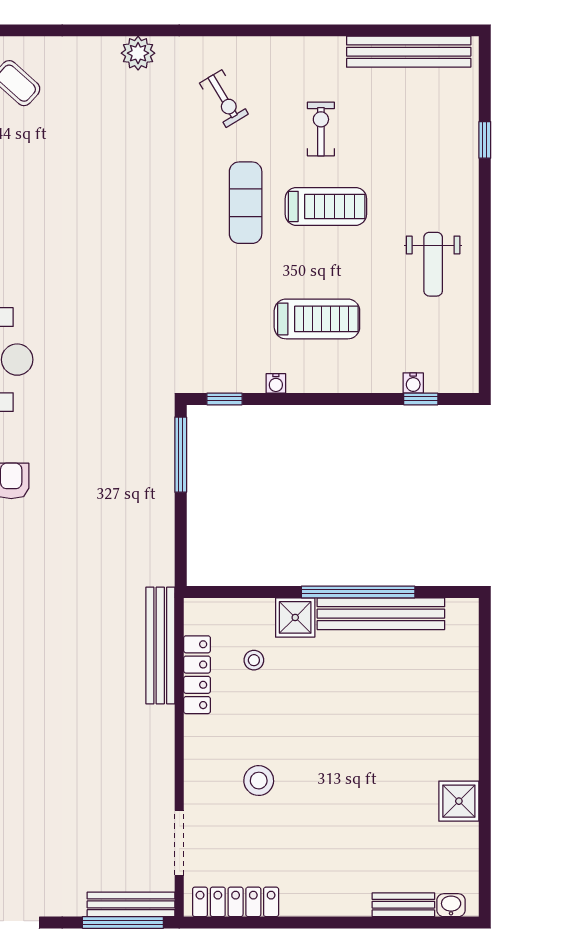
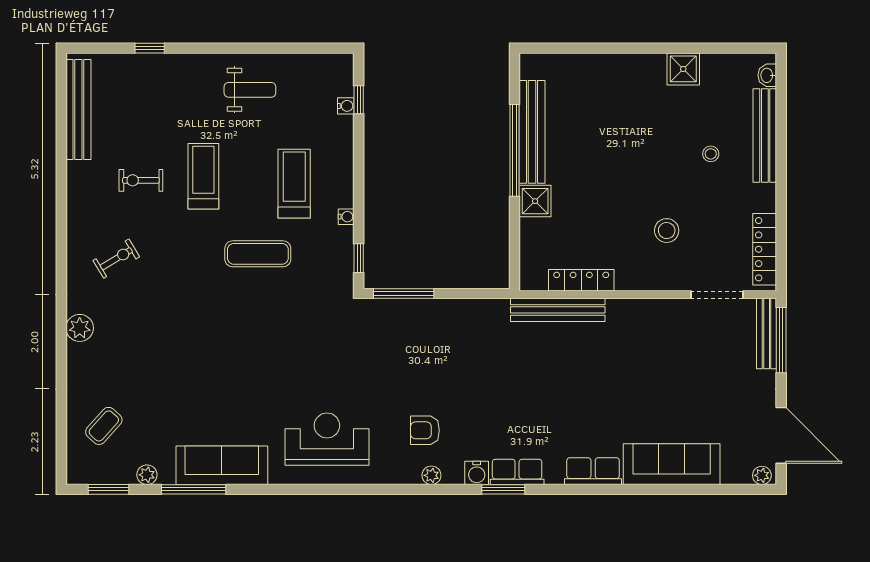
exercise mat: (246, 203) -> (258, 254), moved
stool: (254, 660) -> (711, 154), moved
bench: (403, 905) -> (765, 136), width x1.86, depth x1.21

